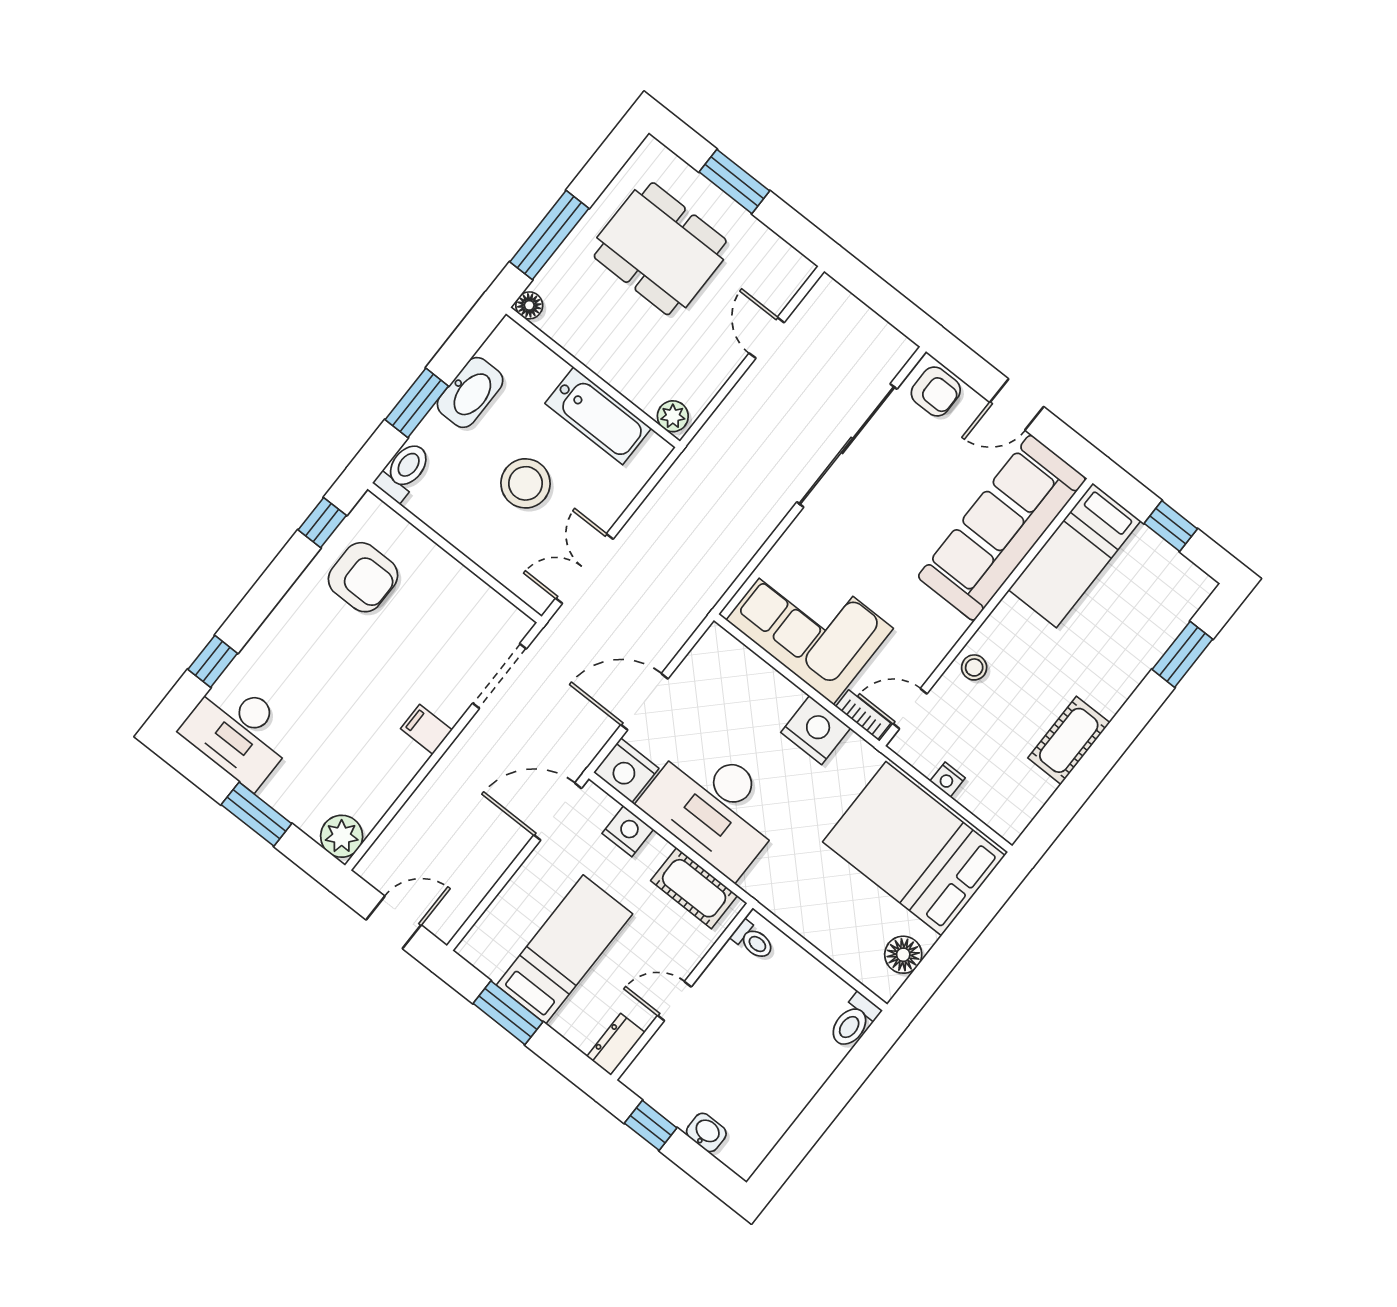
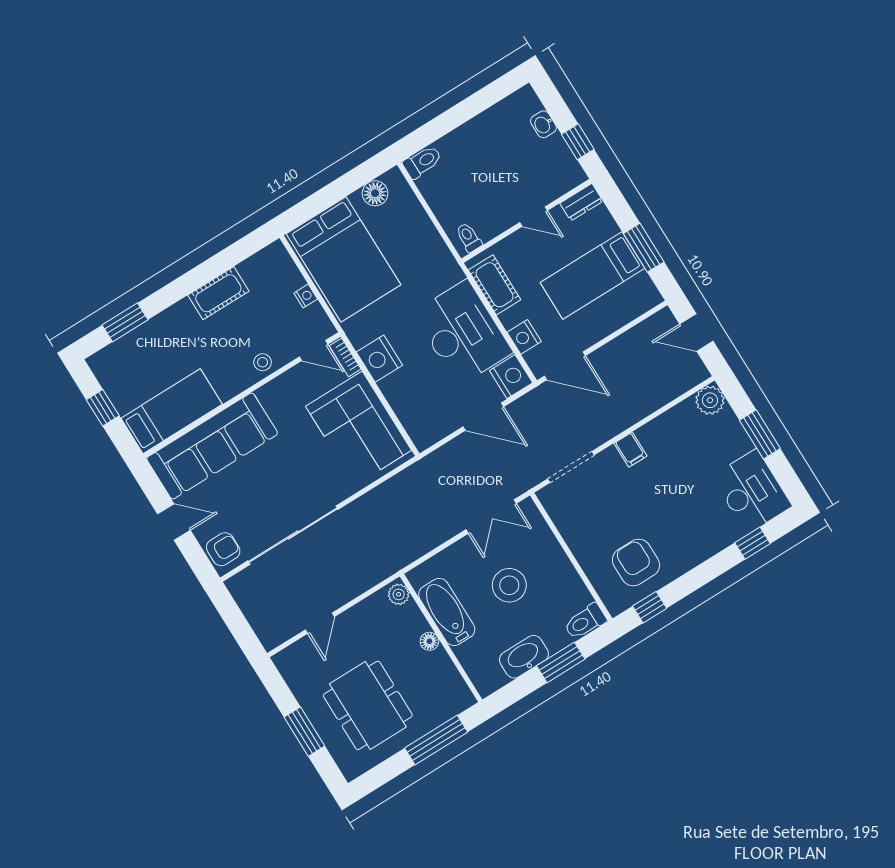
floor lamp: (529, 305) -> (429, 641), moved
armchair: (936, 391) -> (223, 549), turned 90

